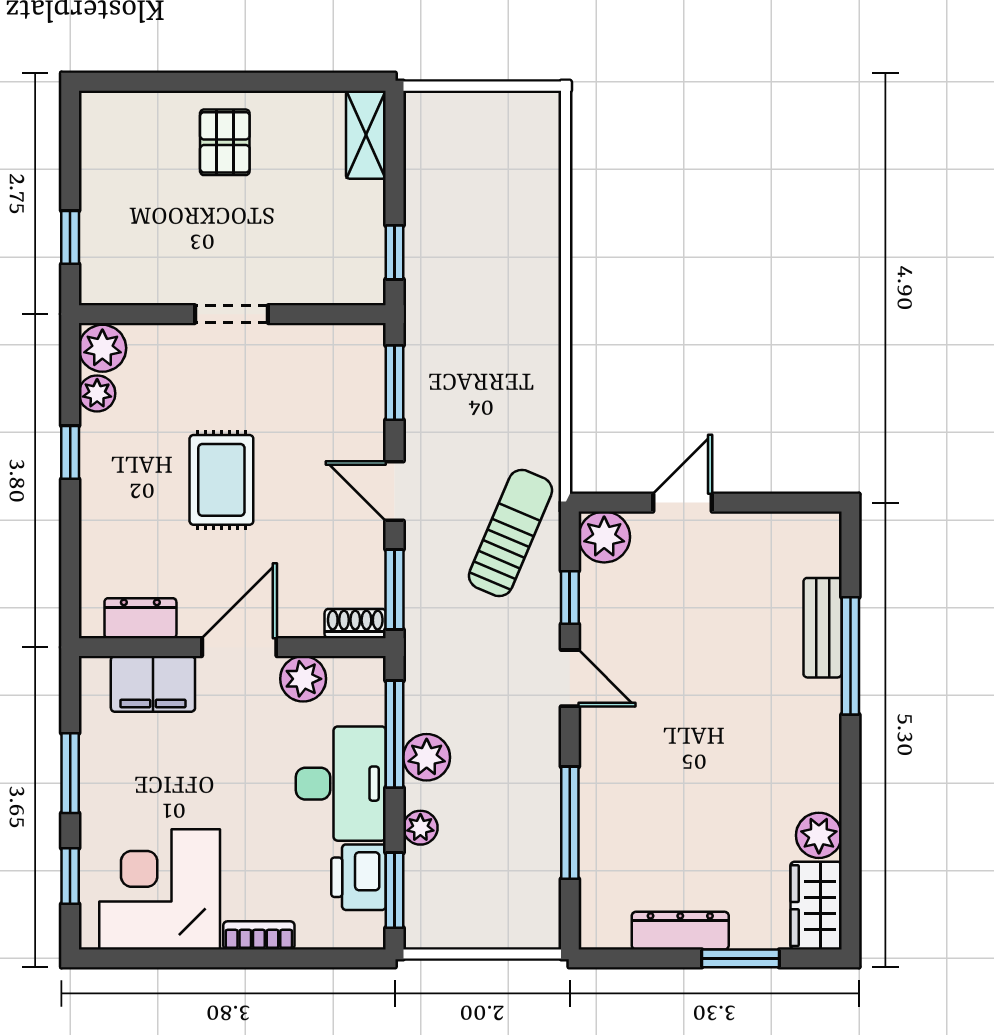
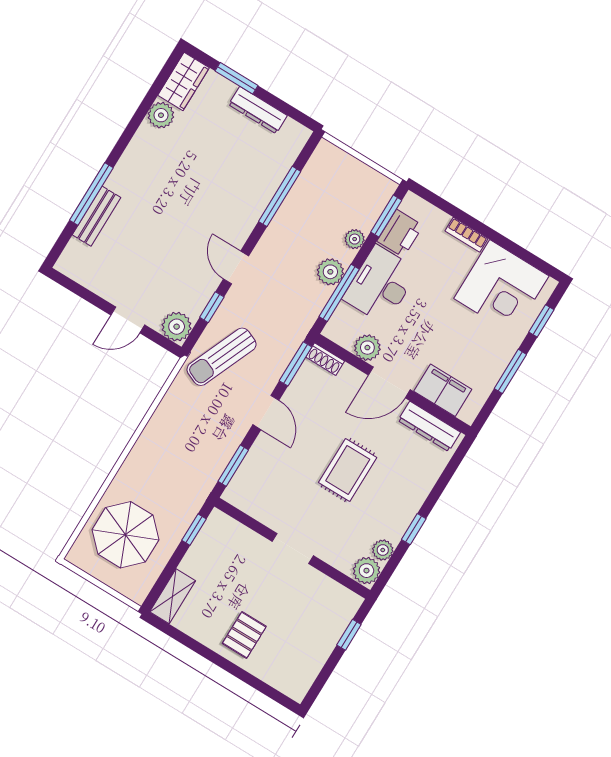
parasol: (491, 183) -> (125, 535), added
dresser: (140, 618) -> (429, 426), width x1.44

